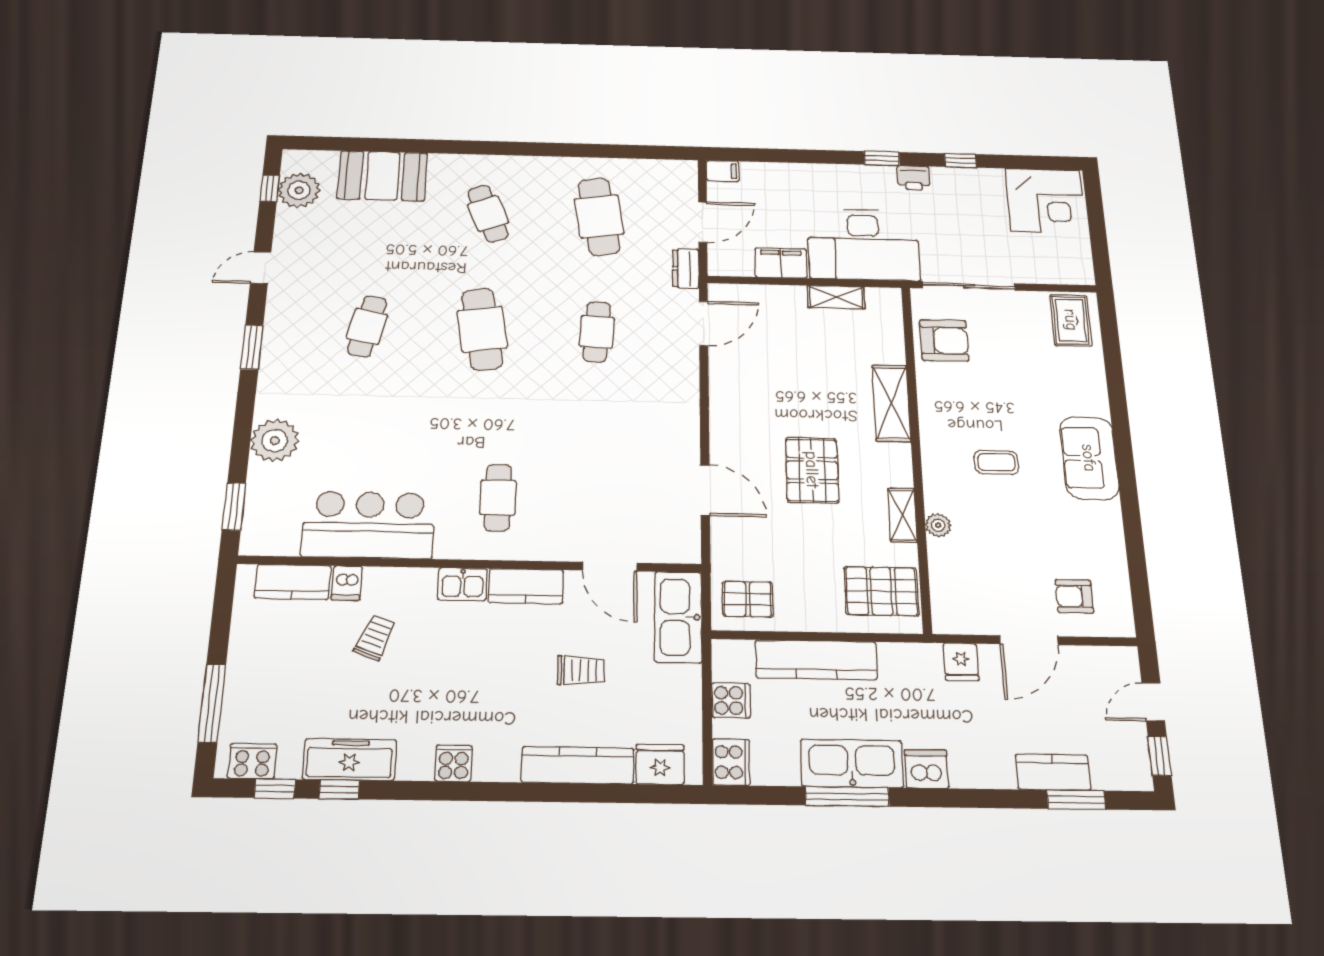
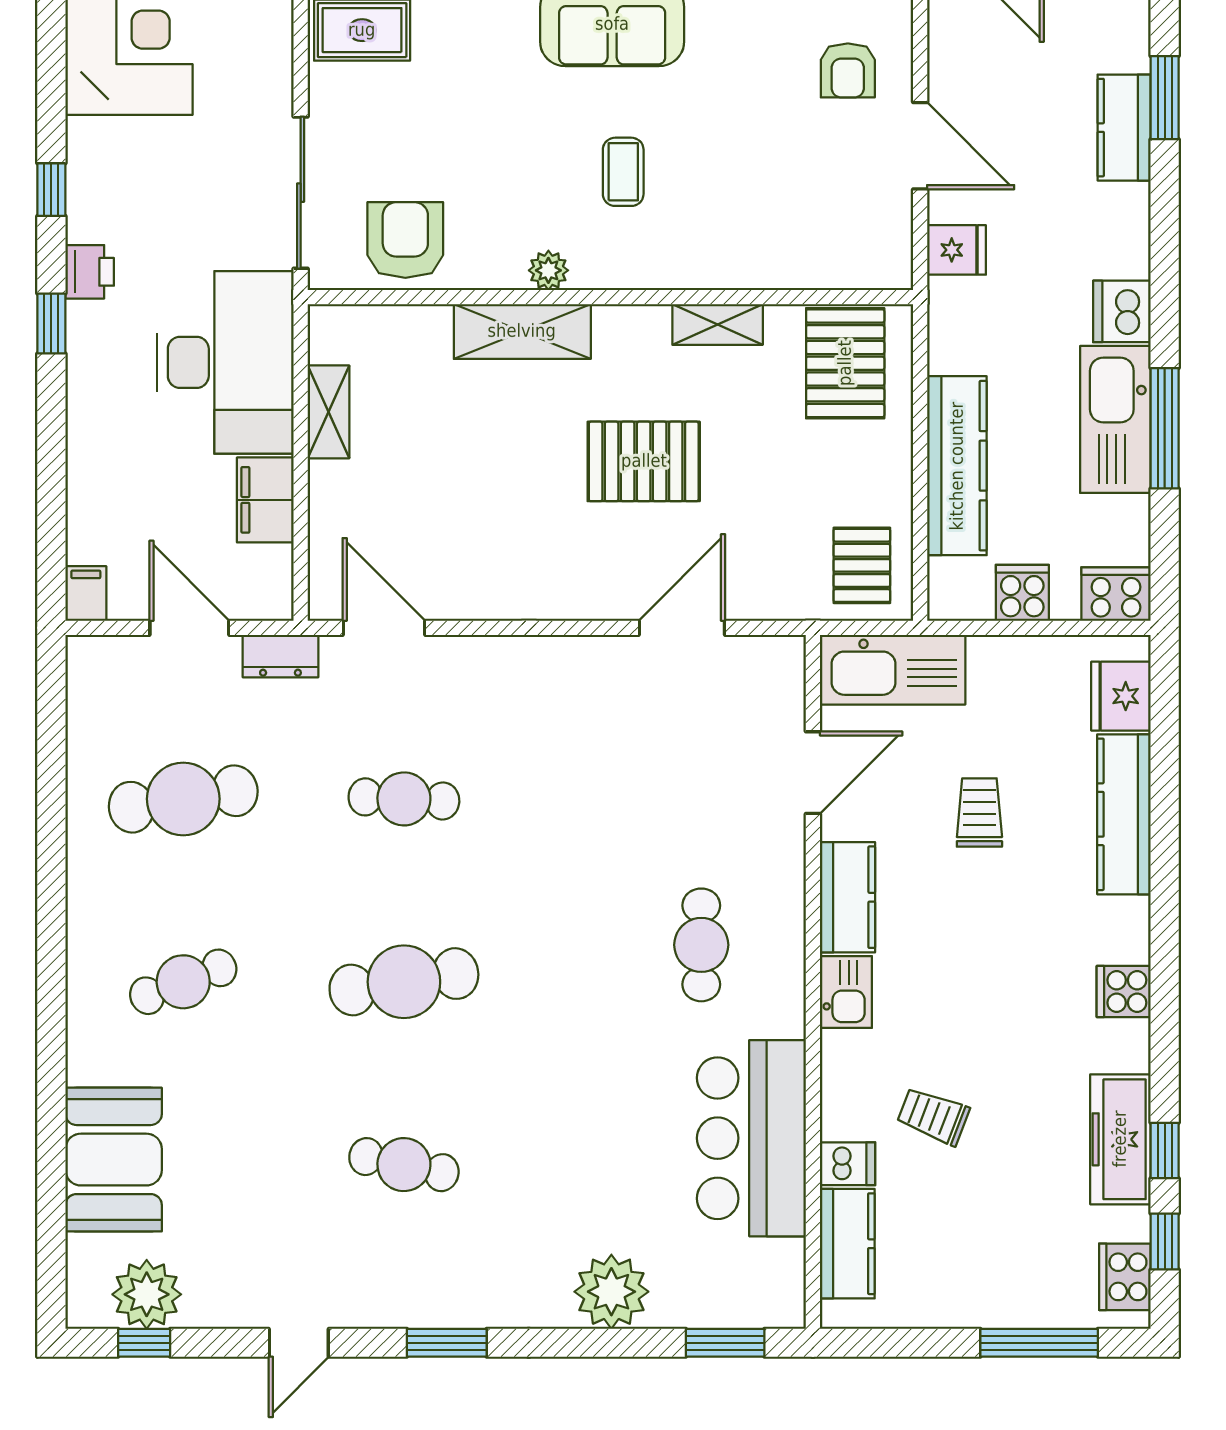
door: (261, 268) -> (299, 1343), hinge flipped
cafe table: (498, 497) -> (701, 945), turned 90
plant: (938, 525) -> (548, 270), moved

